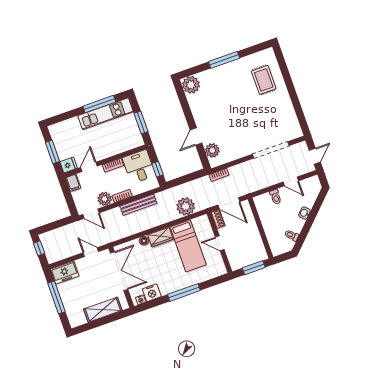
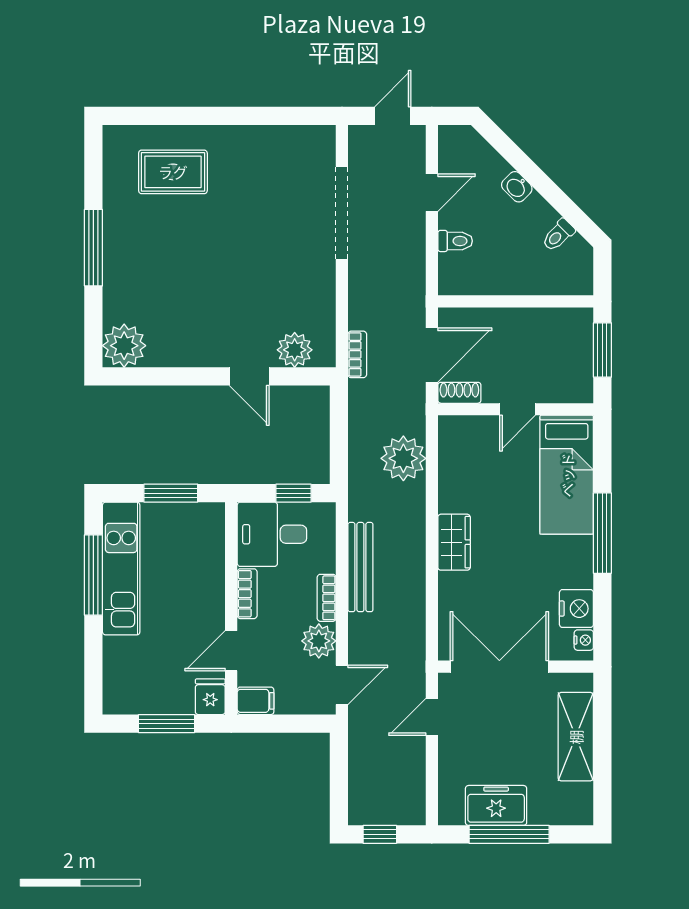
door: (315, 156) -> (393, 116), hinge flipped
door: (89, 167) -> (231, 651), hinge flipped
floor lamp: (144, 241) -> (449, 584), removed
bed: (188, 246) -> (567, 475), moved, turned 90
freezer: (65, 273) -> (496, 805), moved, turned -90

